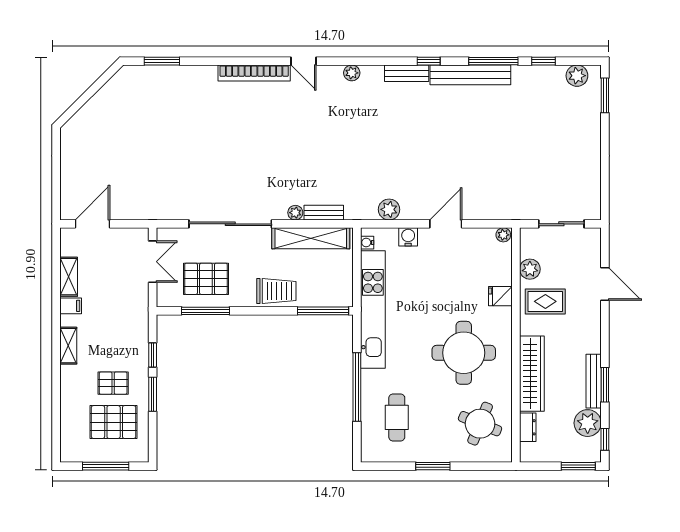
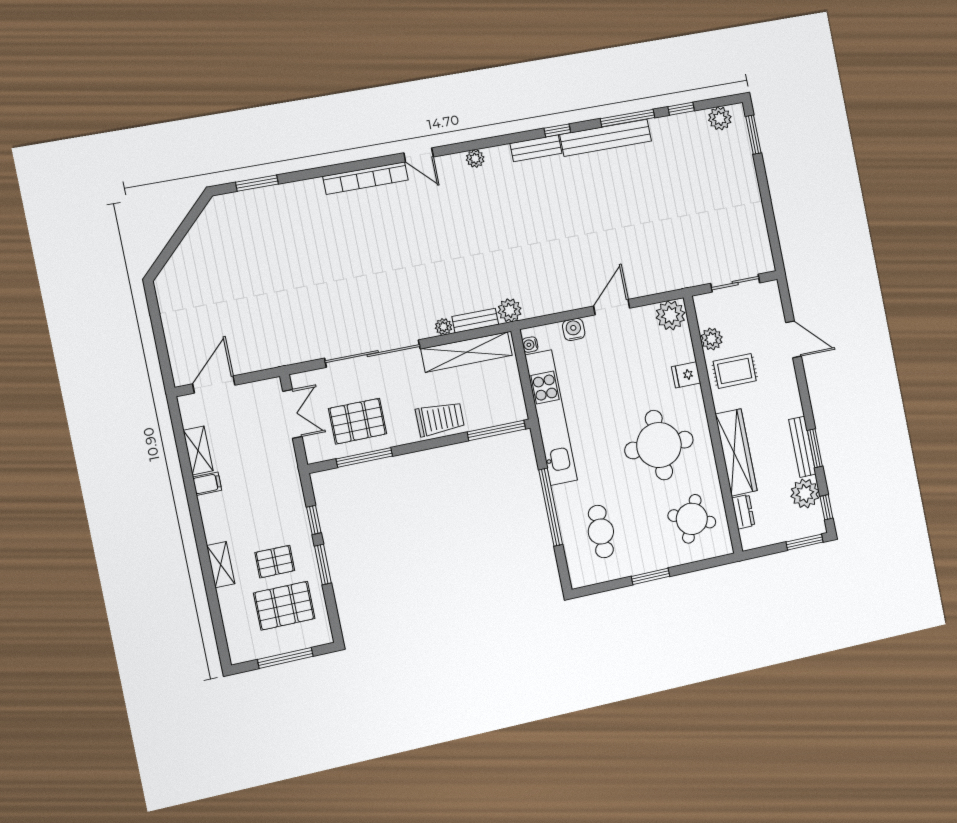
plant: (389, 209) -> (510, 310), moved
plant: (503, 235) -> (670, 315), width x1.87, depth x1.87
shelving: (68, 346) -> (221, 565), moved

